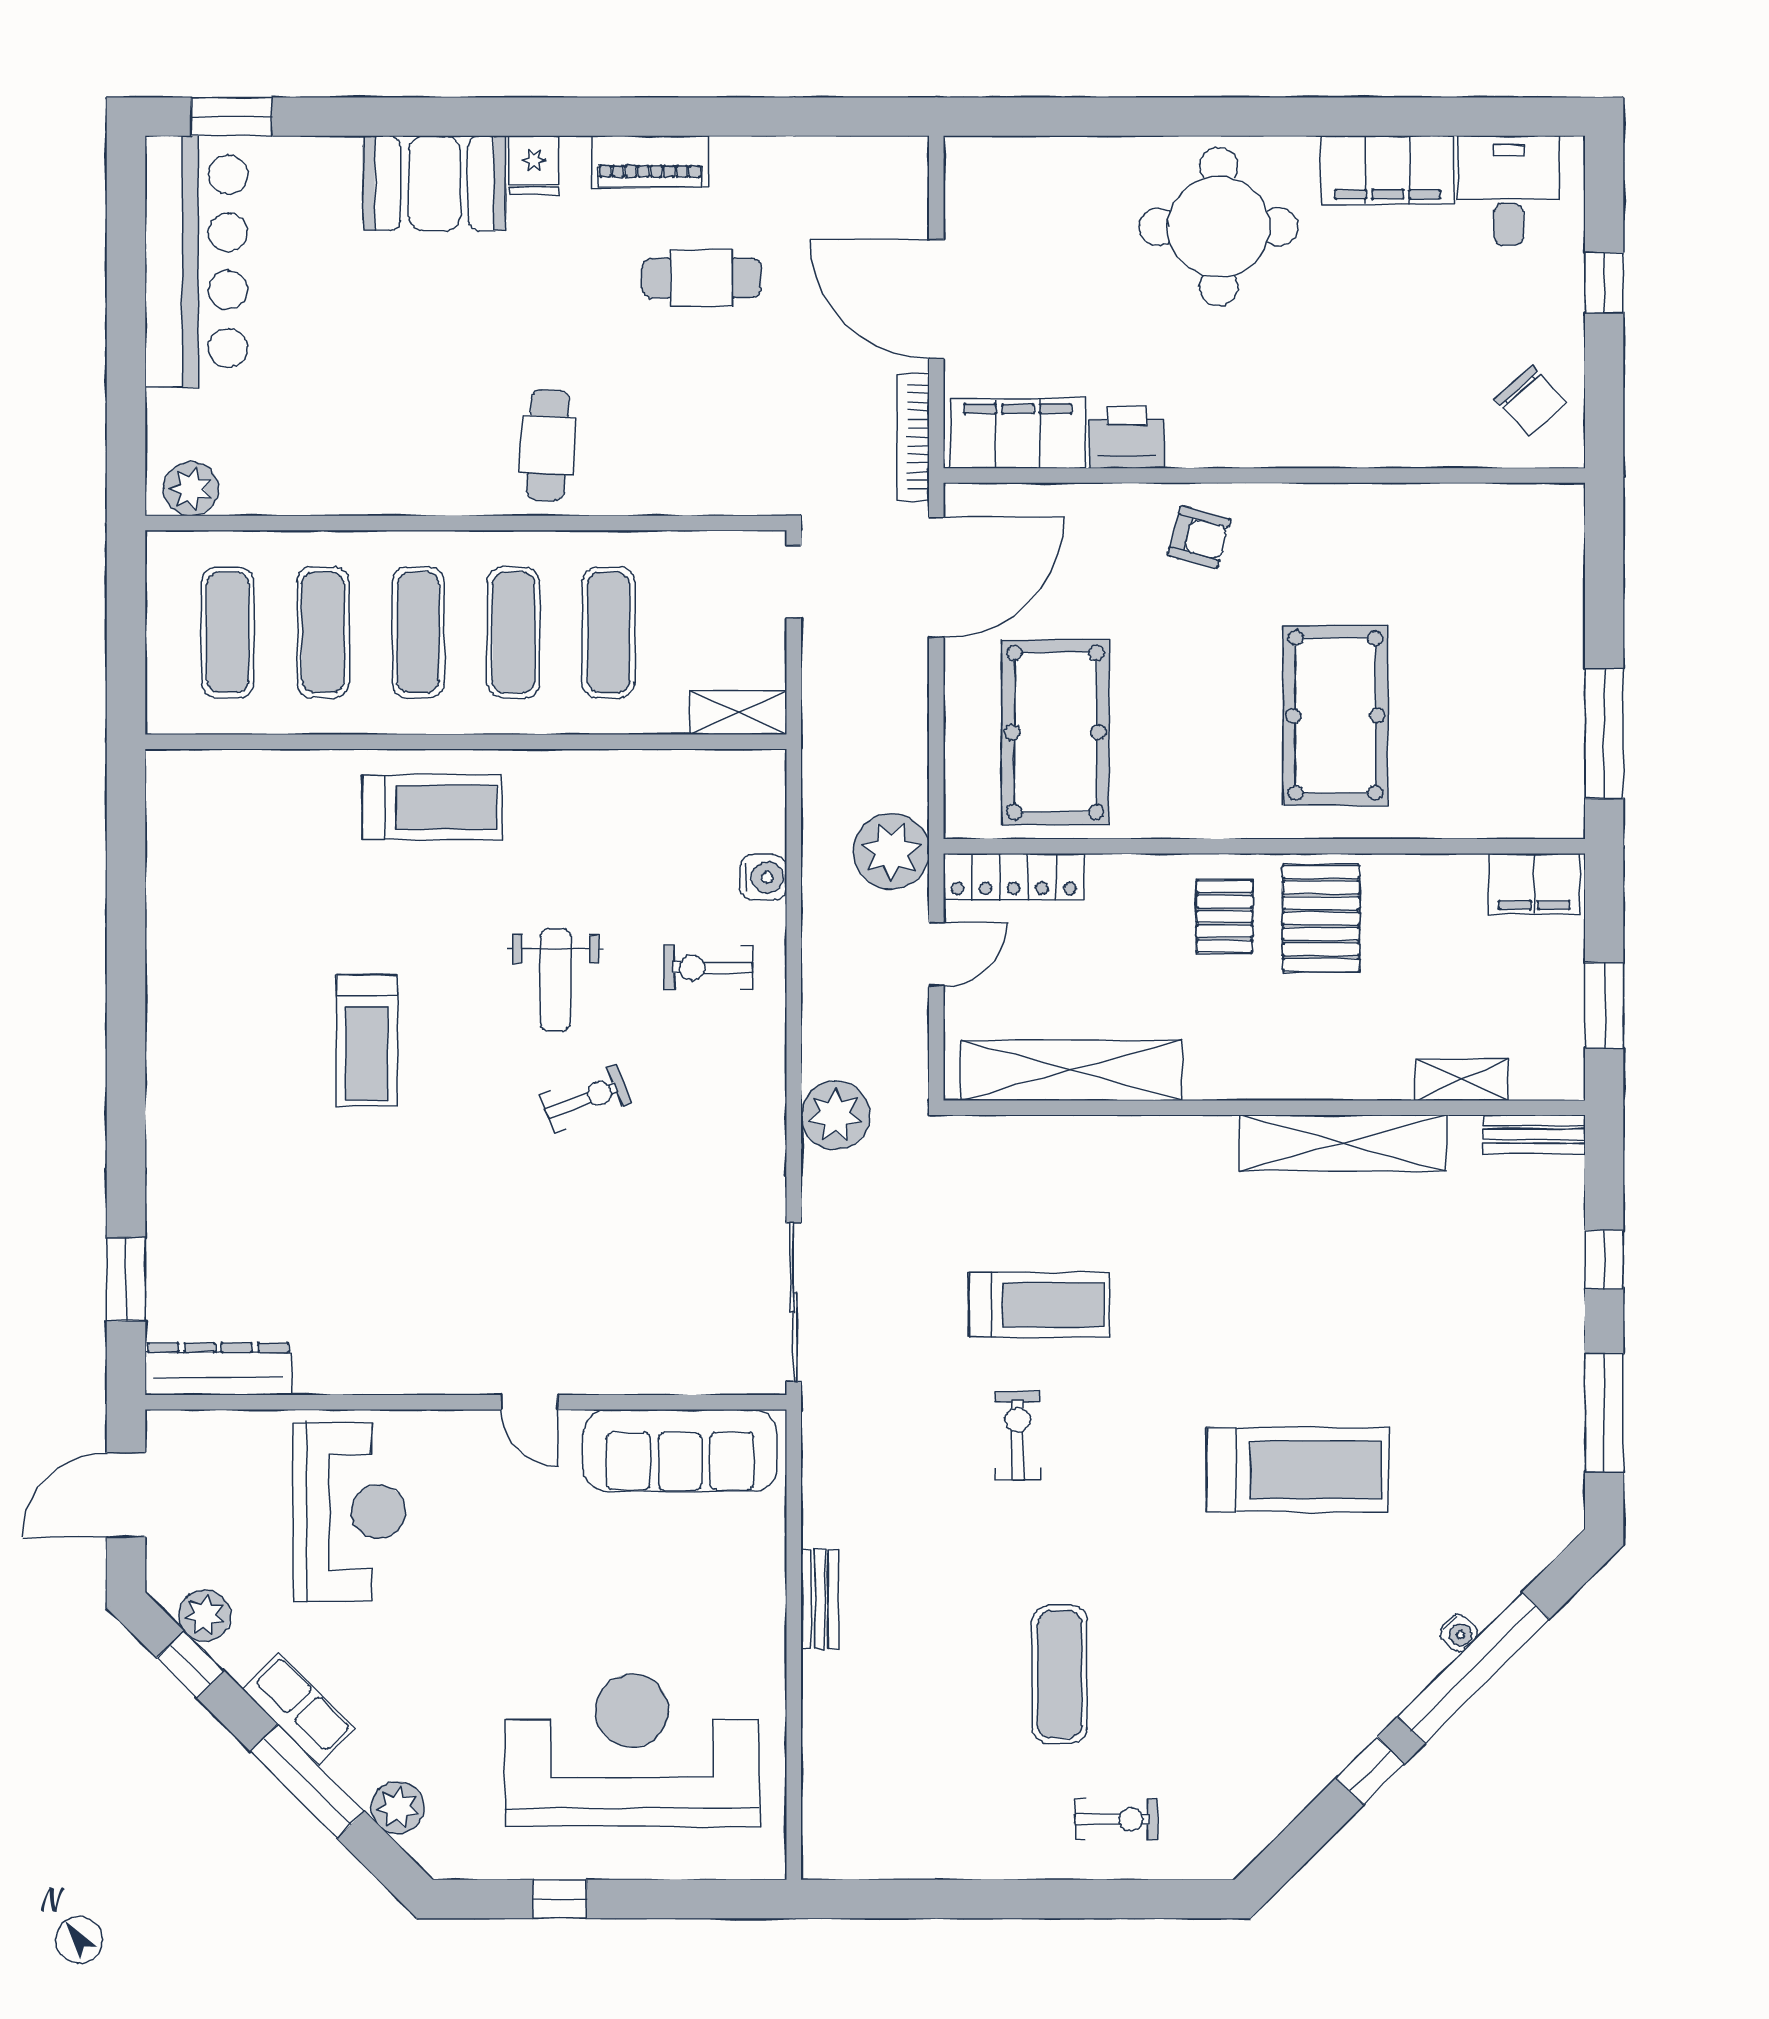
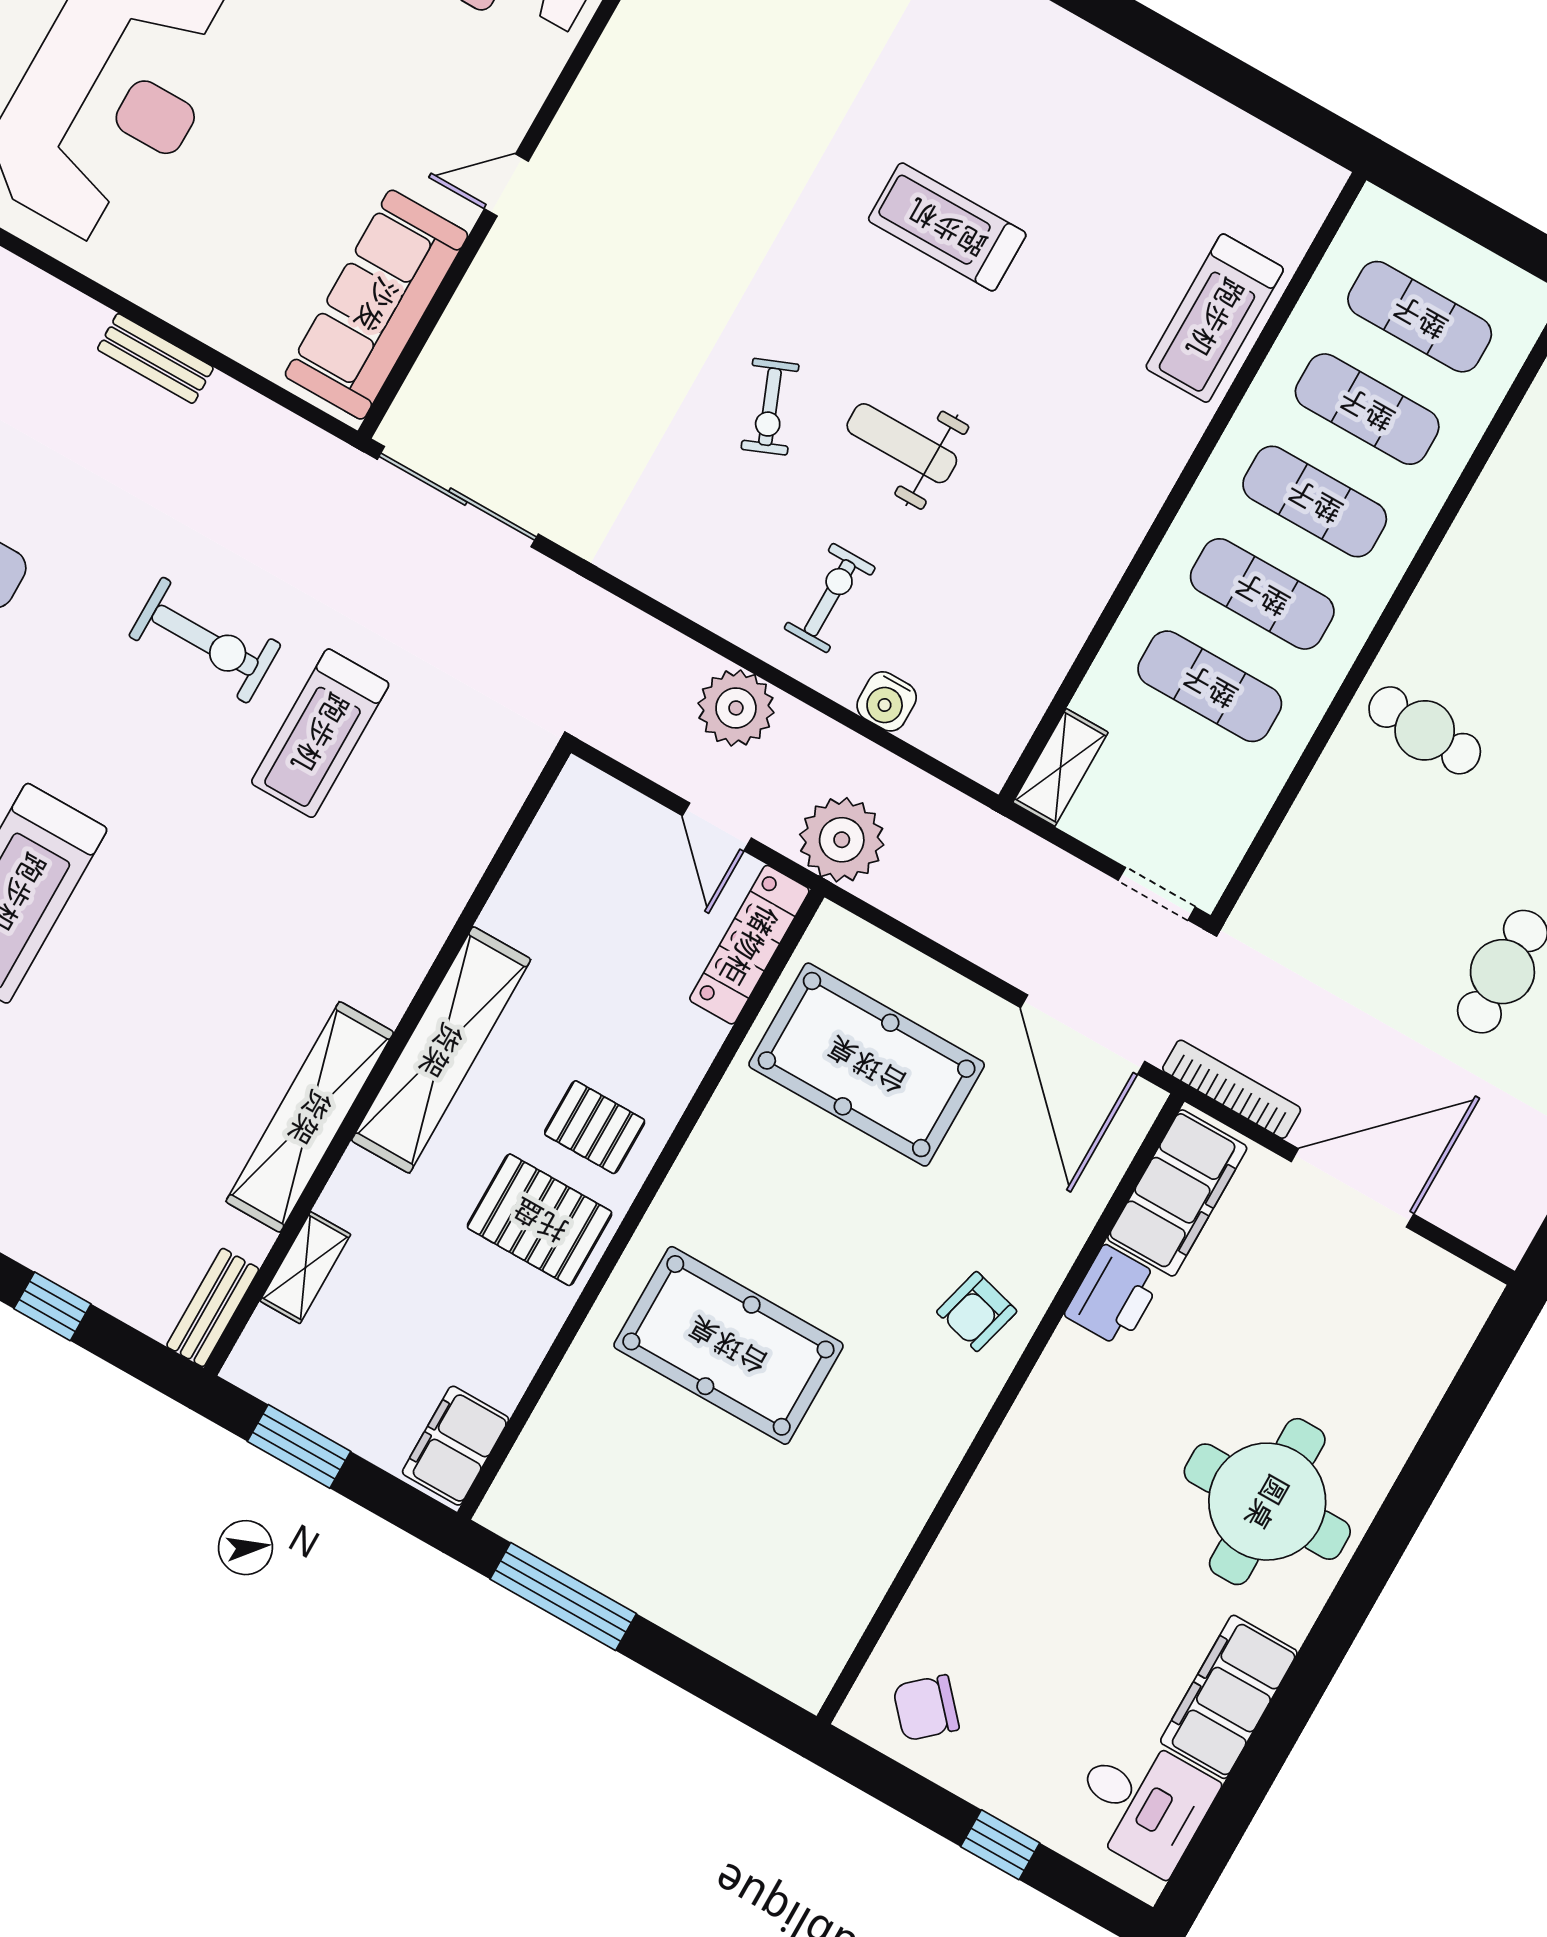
treadmill: (432, 807) -> (1215, 318), moved
shelving: (1071, 1070) -> (441, 1050), moved
plant: (835, 1115) -> (736, 708), moved
exercise bike: (1018, 1436) -> (205, 640), width x1.38, depth x1.39

